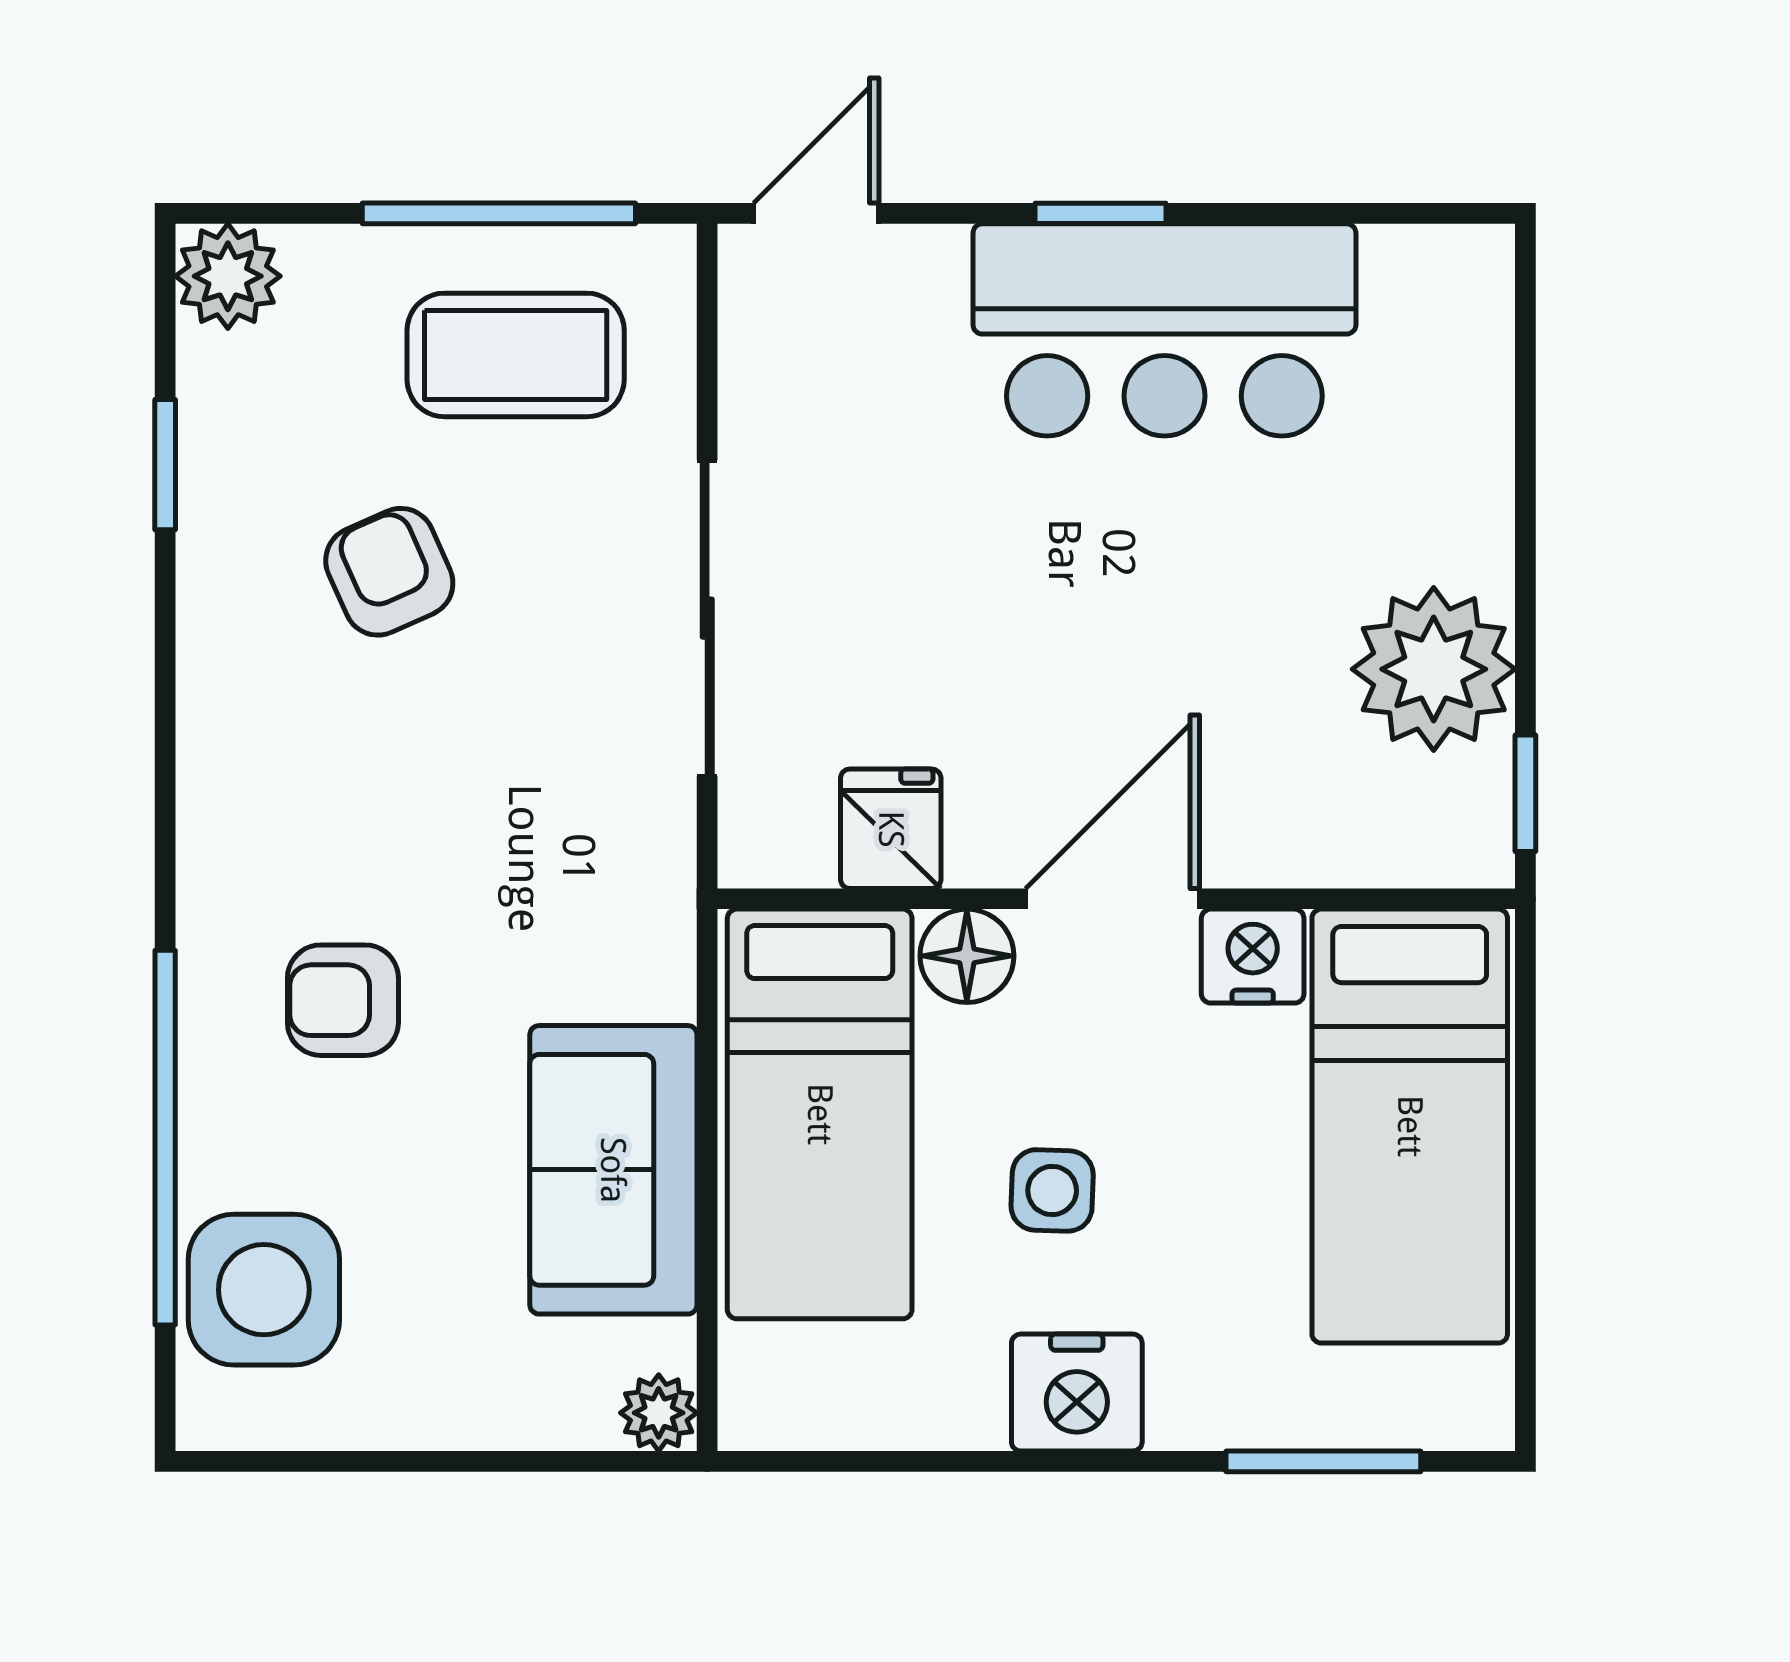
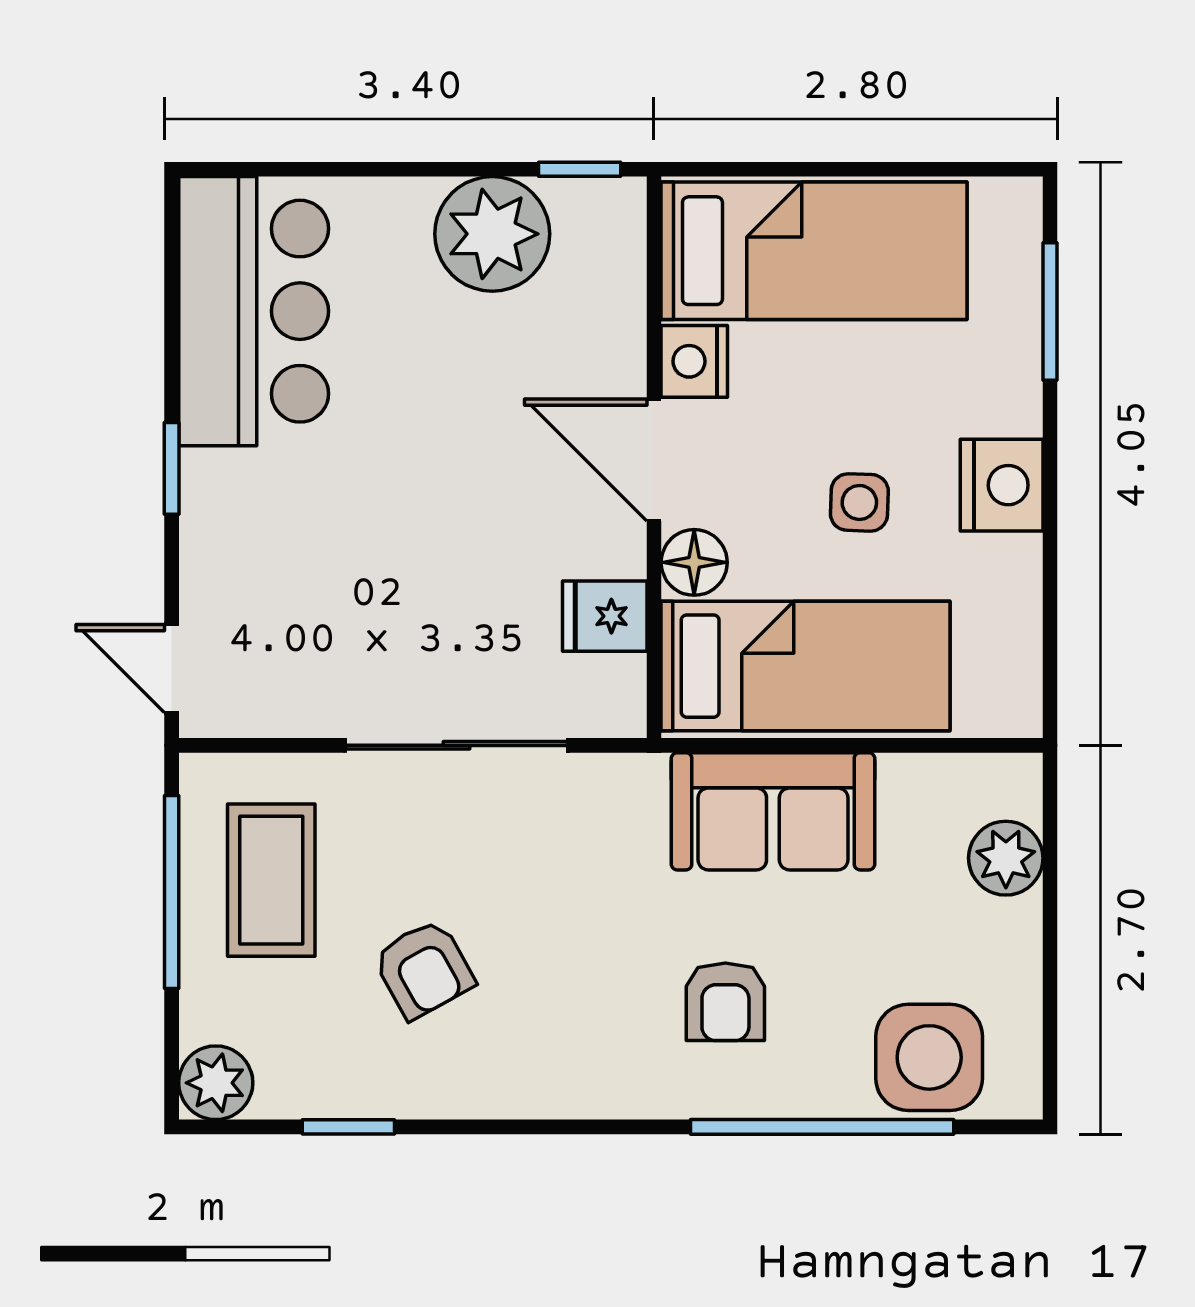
bar counter: (1164, 330) -> (254, 311), moved
armchair: (389, 572) -> (424, 969), turned -95
sofa: (613, 1170) -> (773, 811), moved
plant: (659, 1413) -> (1006, 858), moved, width x1.38, depth x1.38

